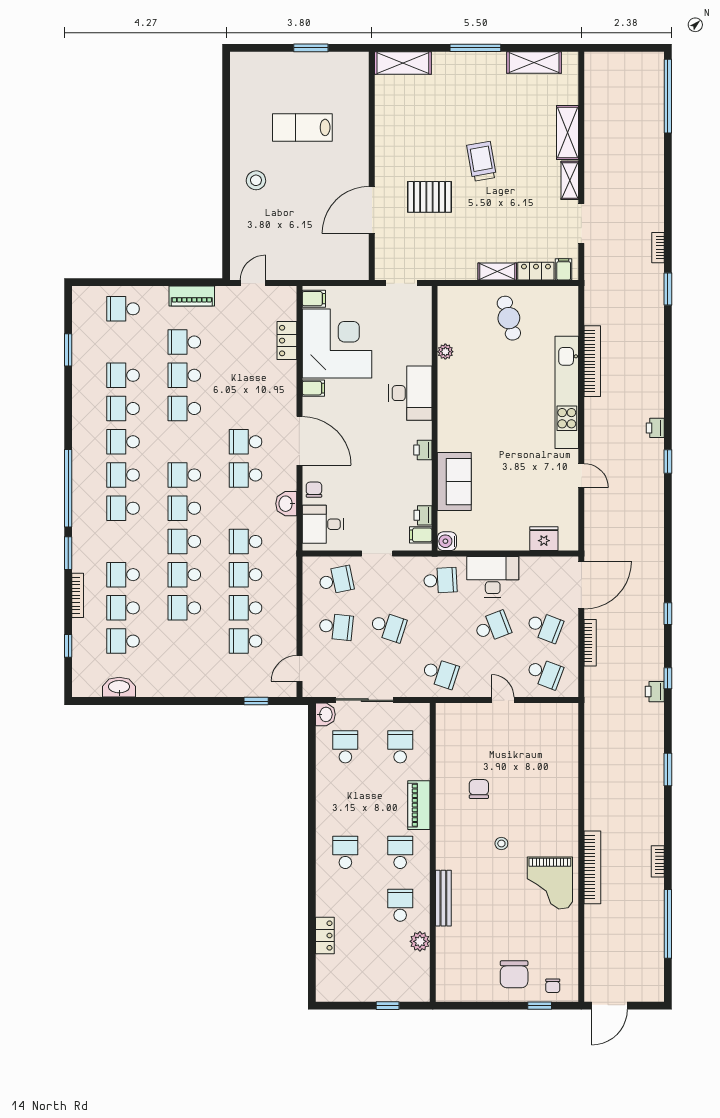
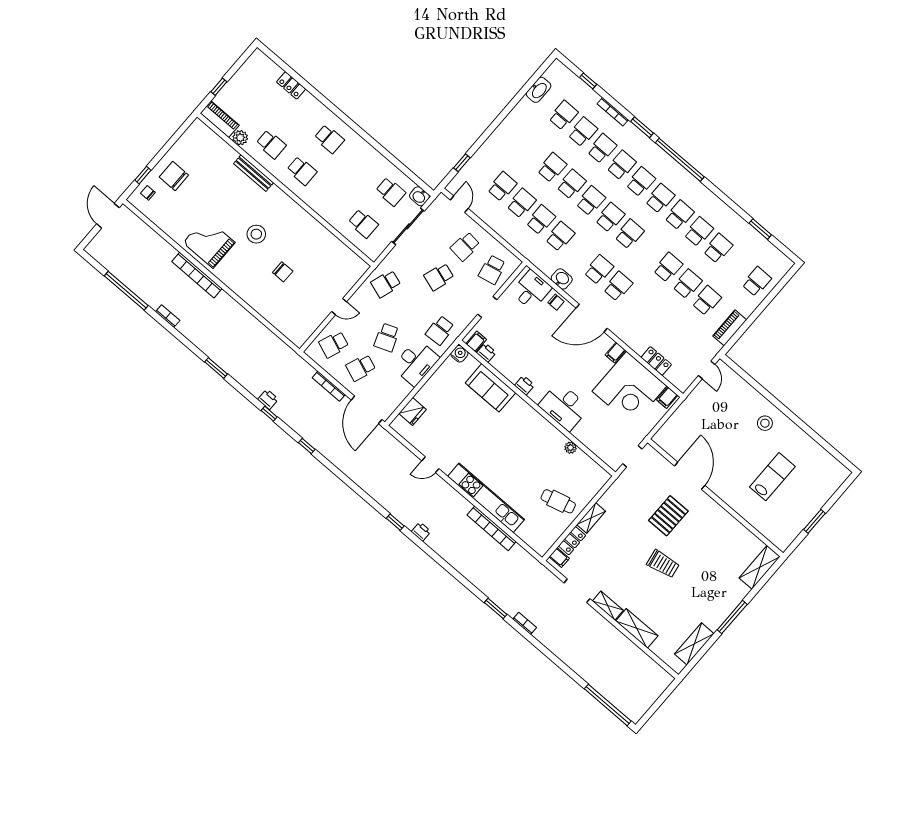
school desk: (123, 541) -> (621, 165), added
chair: (479, 789) -> (283, 272), moved
piano: (419, 805) -> (220, 119), moved
stool: (501, 843) -> (256, 234), width x1.89, depth x1.89

